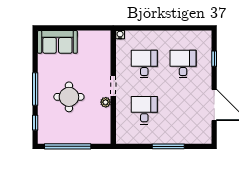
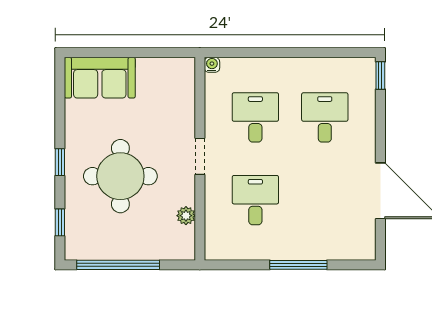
window: (214, 59) -> (380, 75), moved
window: (35, 89) -> (60, 162), width x0.46
round table: (69, 97) -> (120, 176), width x1.36, depth x1.36
plant: (106, 102) -> (186, 216), moved

